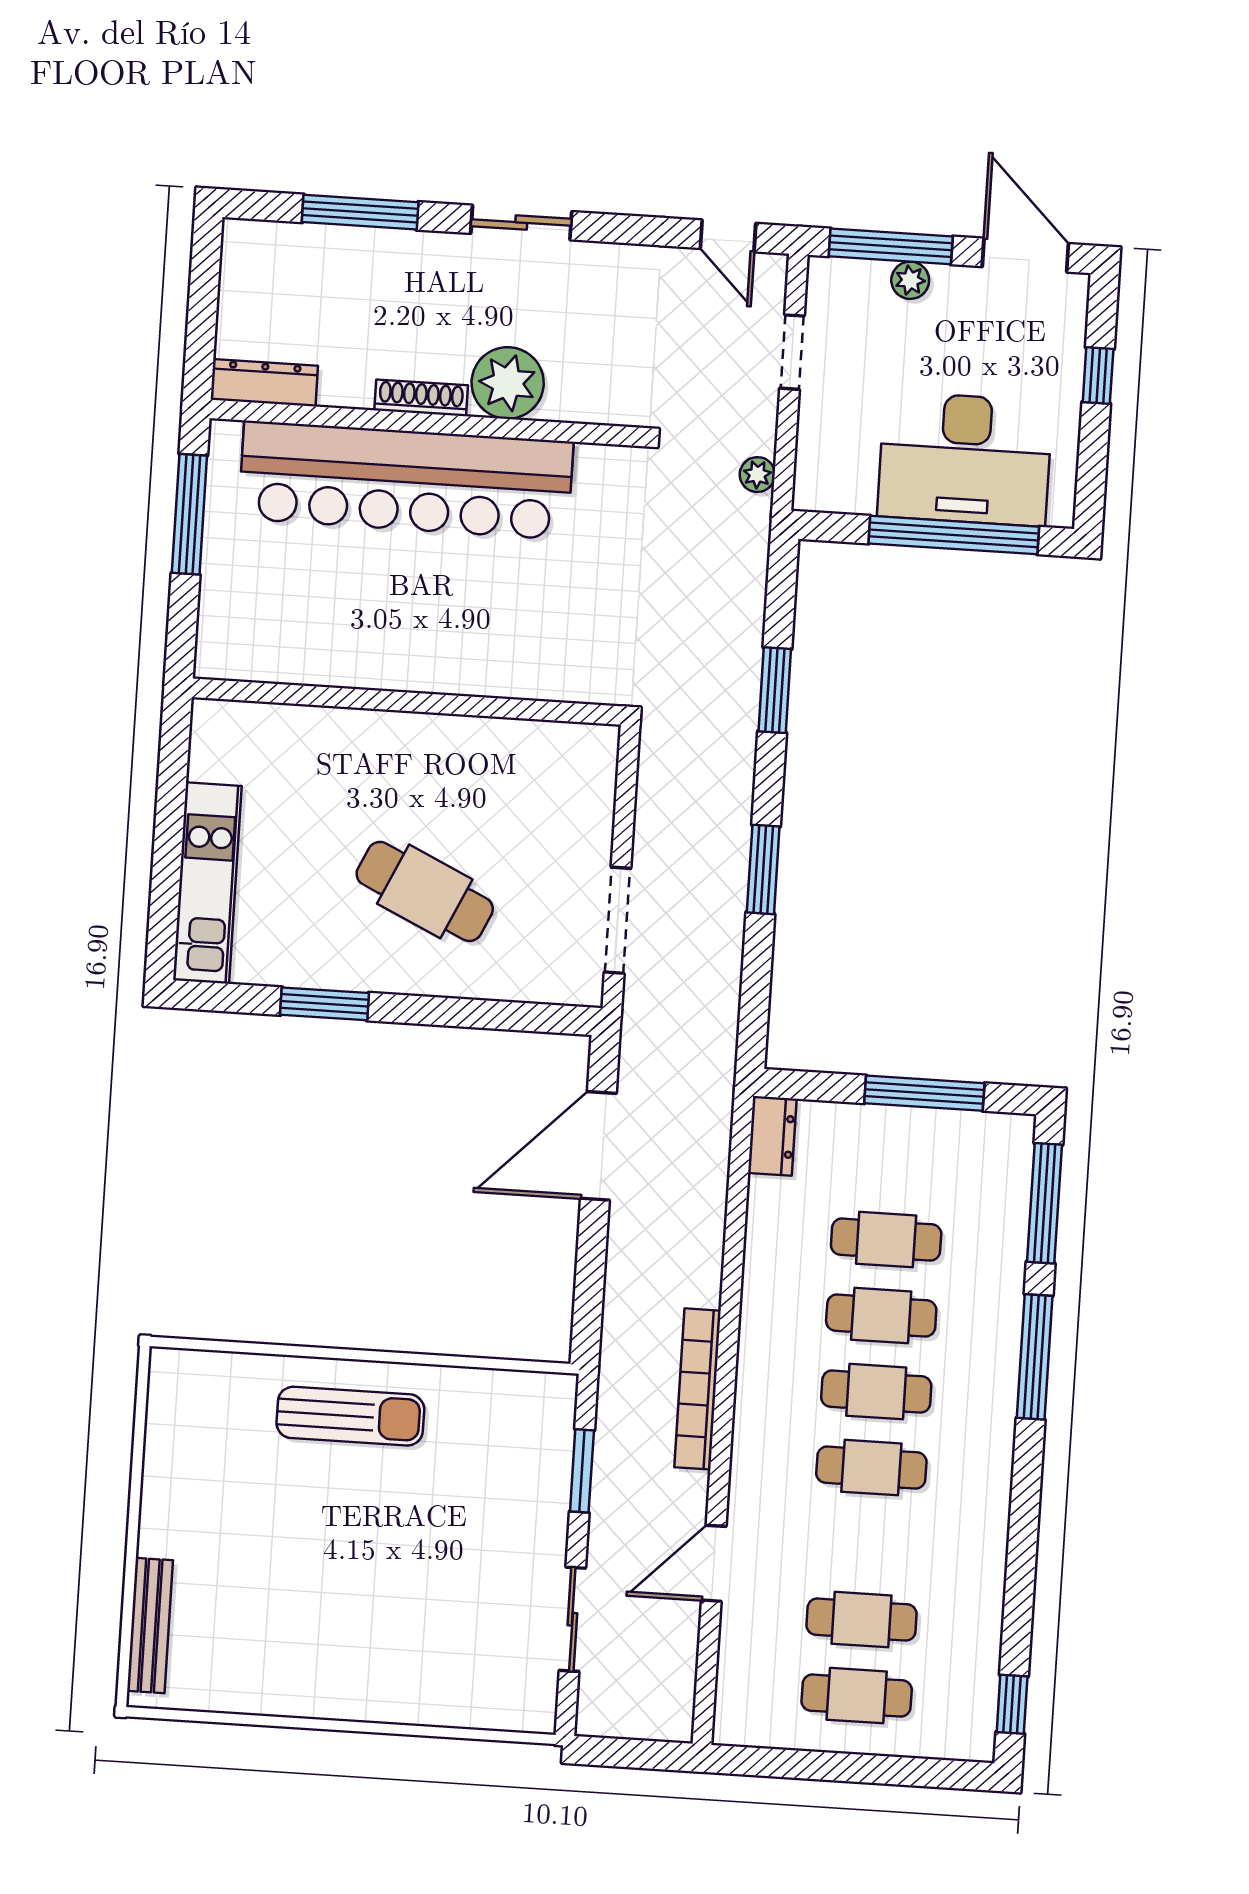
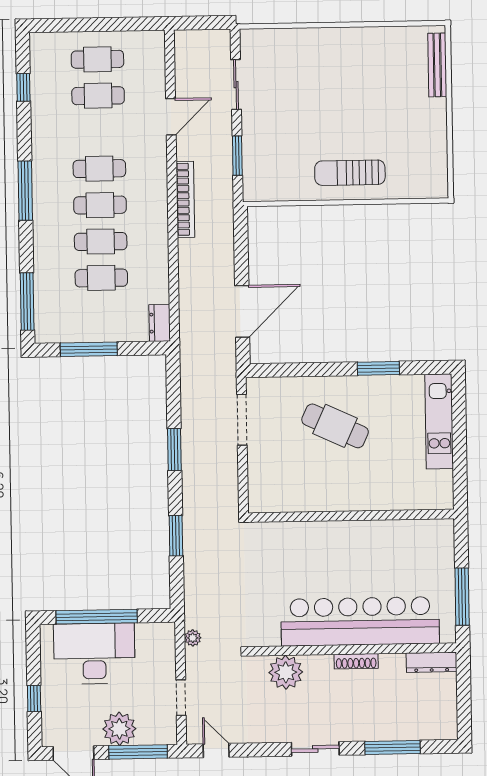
plant: (910, 280) -> (119, 729), width x1.88, depth x1.88
plant: (508, 383) -> (286, 672), moved
window: (1035, 1357) -> (25, 191), moved
window: (1012, 1704) -> (23, 87), moved

